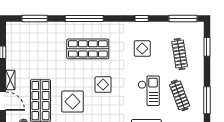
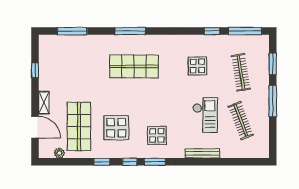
window: (84, 19) -> (130, 31), width x0.68
window: (142, 19) -> (212, 31), moved
display table: (103, 85) -> (157, 135), moved
window: (207, 100) -> (273, 101), moved

